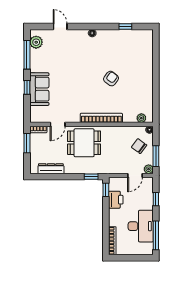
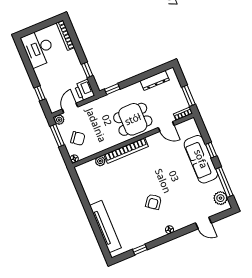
tv unit: (147, 59) -> (105, 227), added
armchair: (111, 79) -> (153, 202), moved
sofa: (39, 89) -> (201, 159), width x1.36
plant: (141, 118) -> (100, 161), moved
door: (58, 124) -> (166, 127), swing flipped
window: (106, 190) -> (87, 70), moved
printer: (116, 200) -> (84, 90), moved
desk: (141, 226) -> (38, 48), moved
window: (156, 235) -> (25, 58), removed

